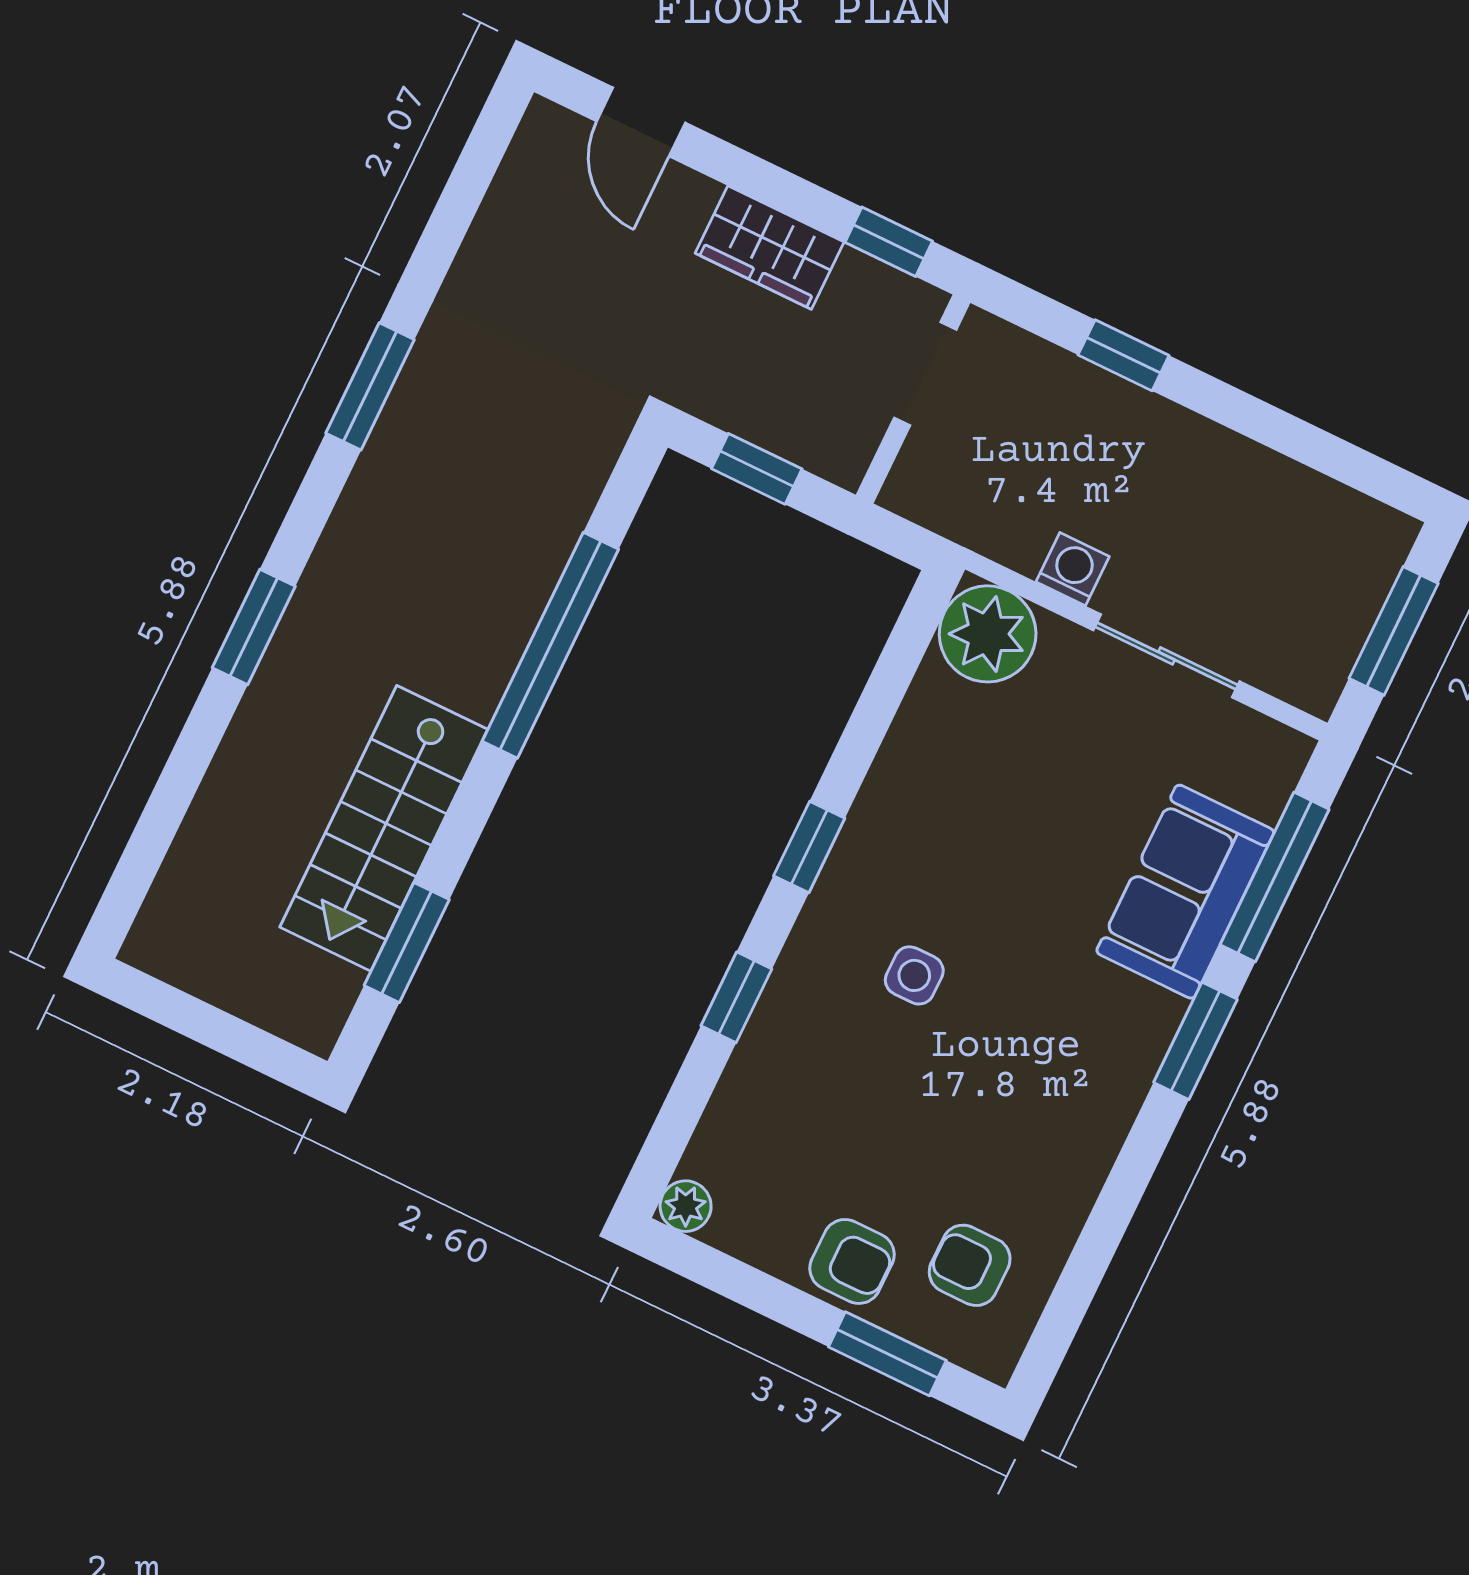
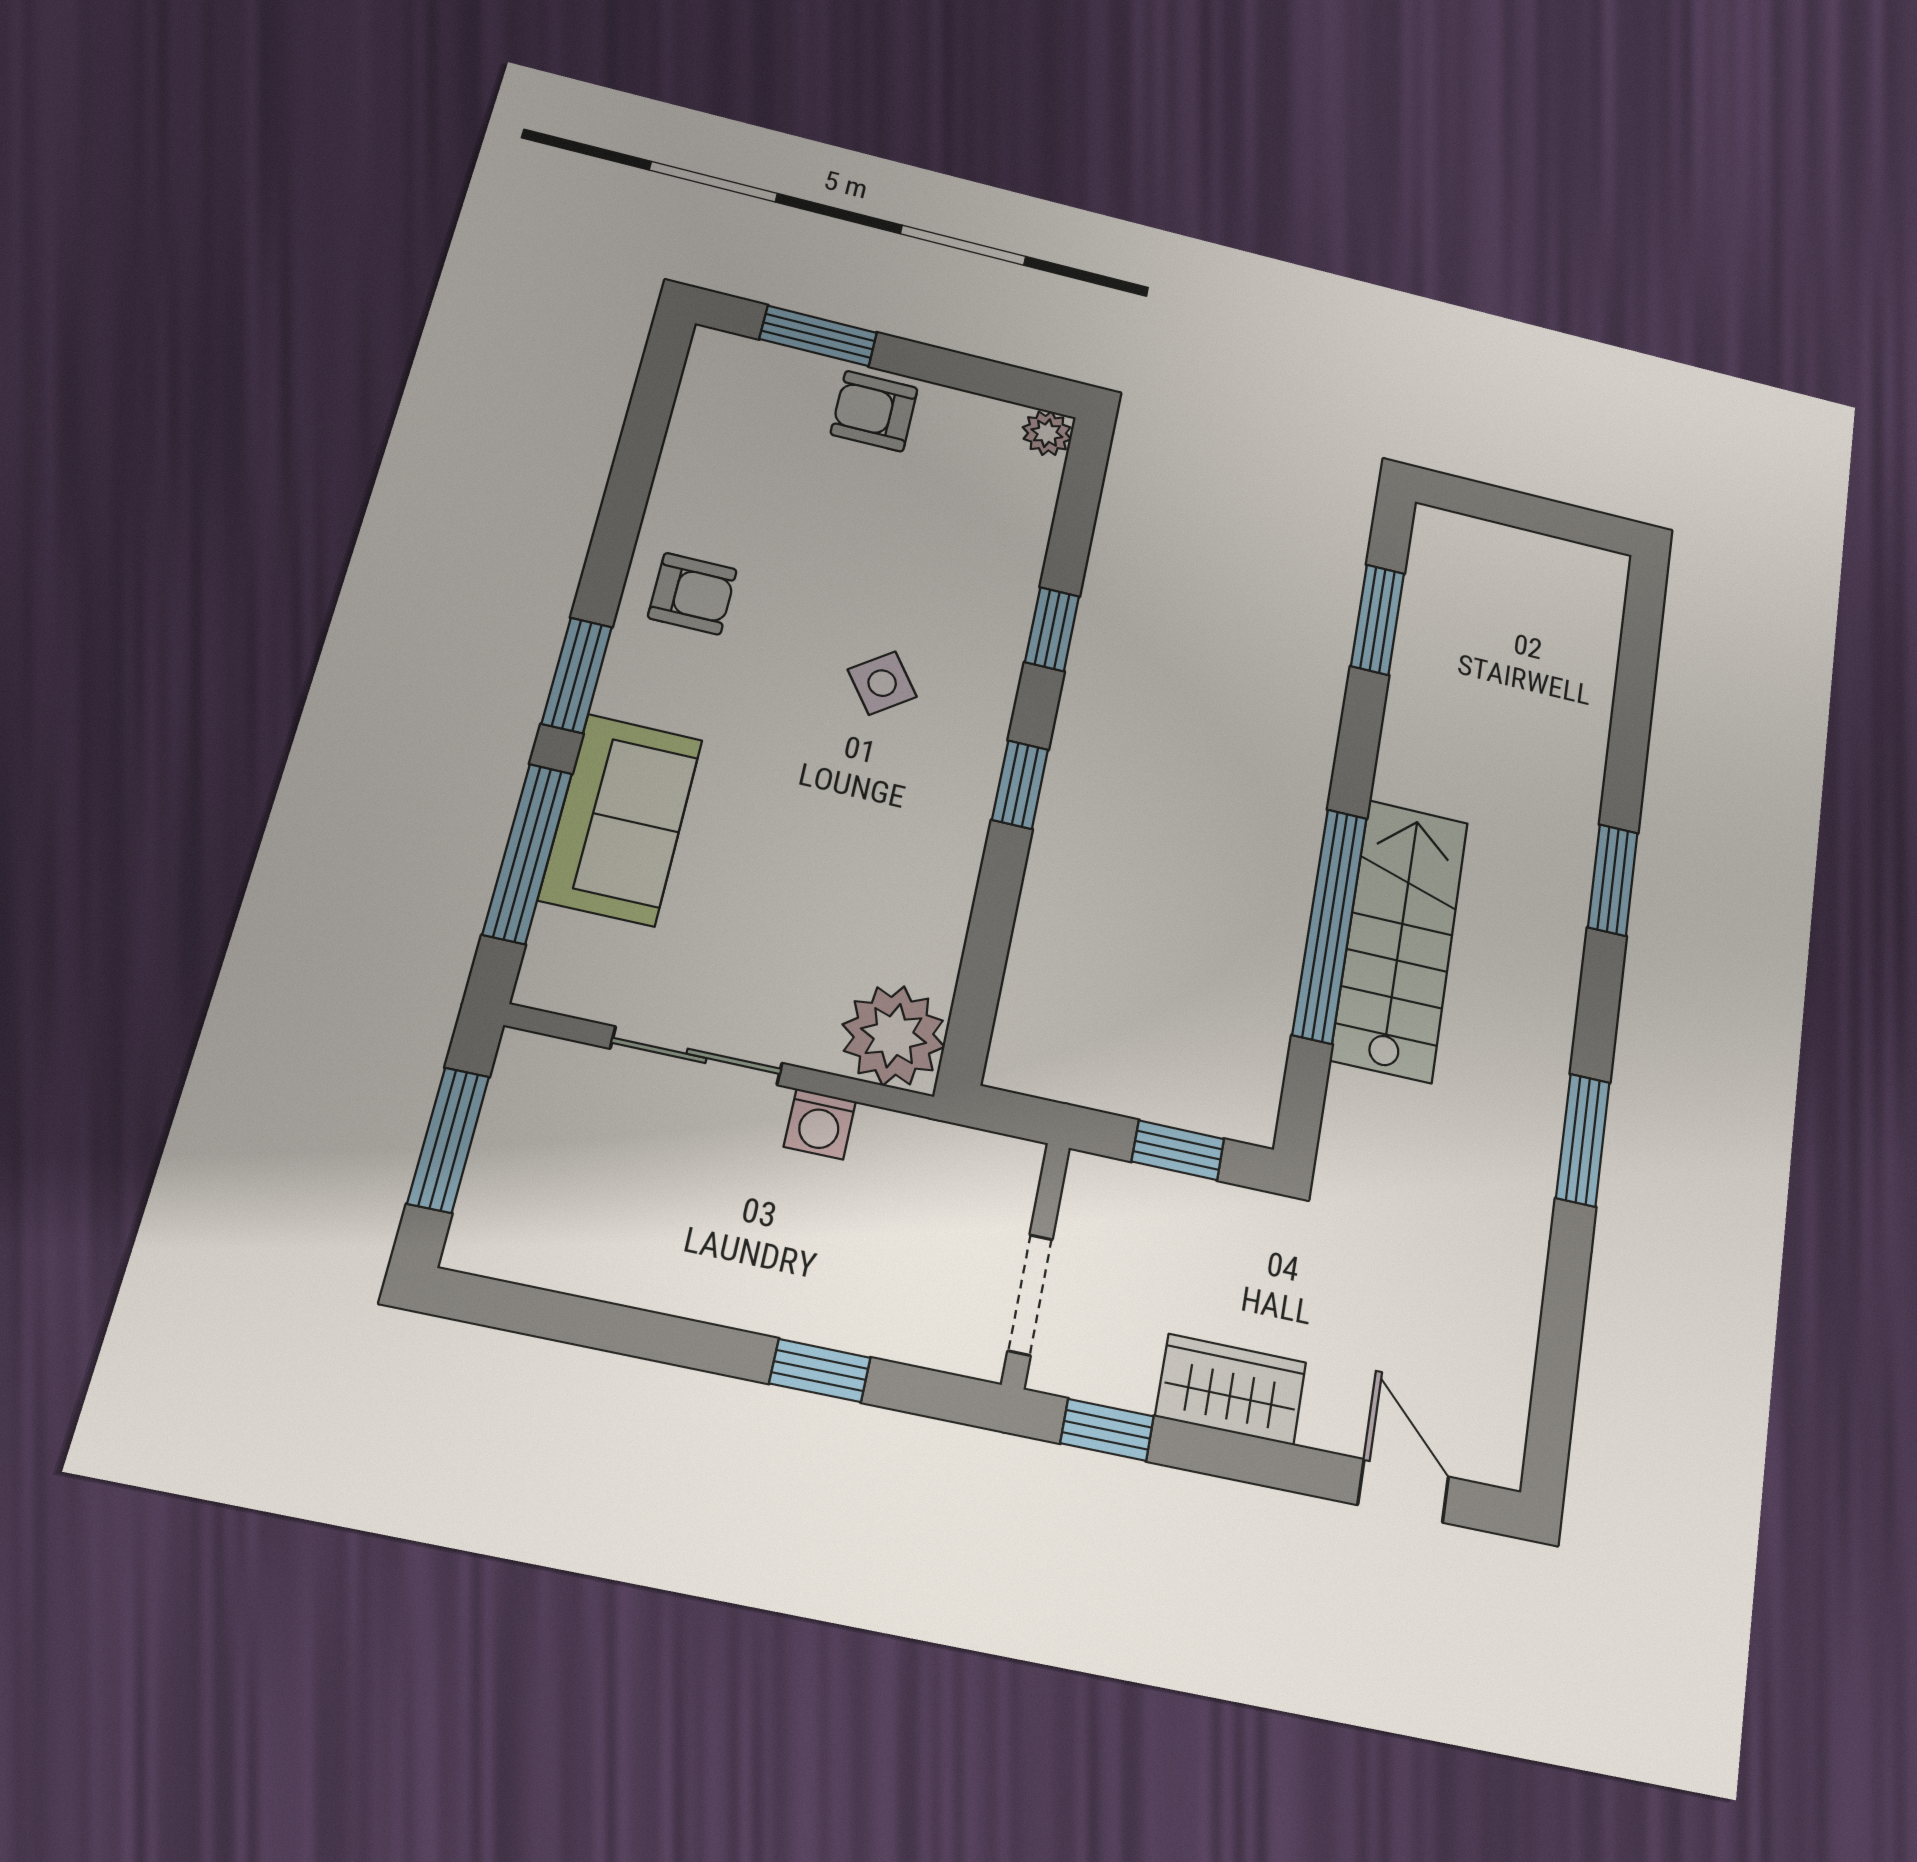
stairs: (384, 828) -> (1400, 940), moved
side table: (914, 975) -> (882, 683), turned -36
armchair: (970, 1265) -> (692, 594), moved

